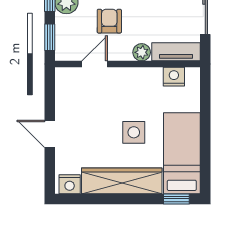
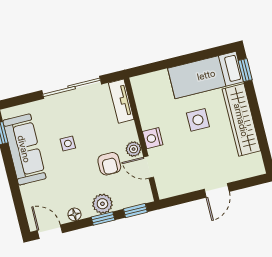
armchair: (109, 21) -> (109, 164), turned -90
plant: (142, 52) -> (134, 149), moved
nightstand: (174, 77) -> (153, 138), moved
nightstand: (70, 184) -> (255, 163), removed

